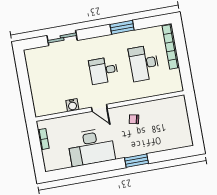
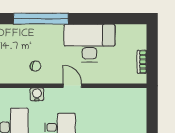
water cooler: (72, 105) -> (37, 94), moved
window: (137, 161) -> (41, 19), width x2.11

